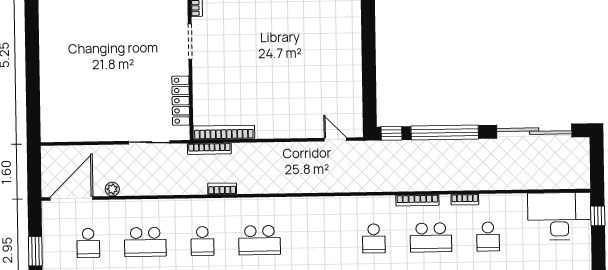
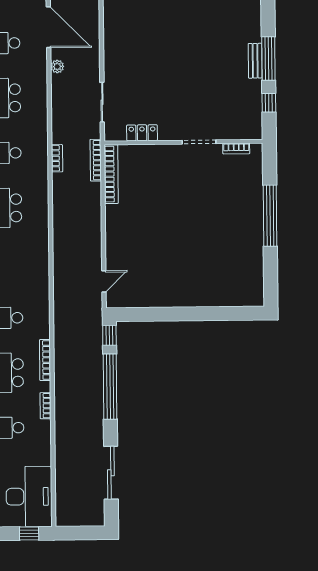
locker: (181, 101) -> (142, 133), width x0.66
sliding door: (534, 131) -> (111, 473), width x0.73
bookcase: (222, 189) -> (57, 158), moved

